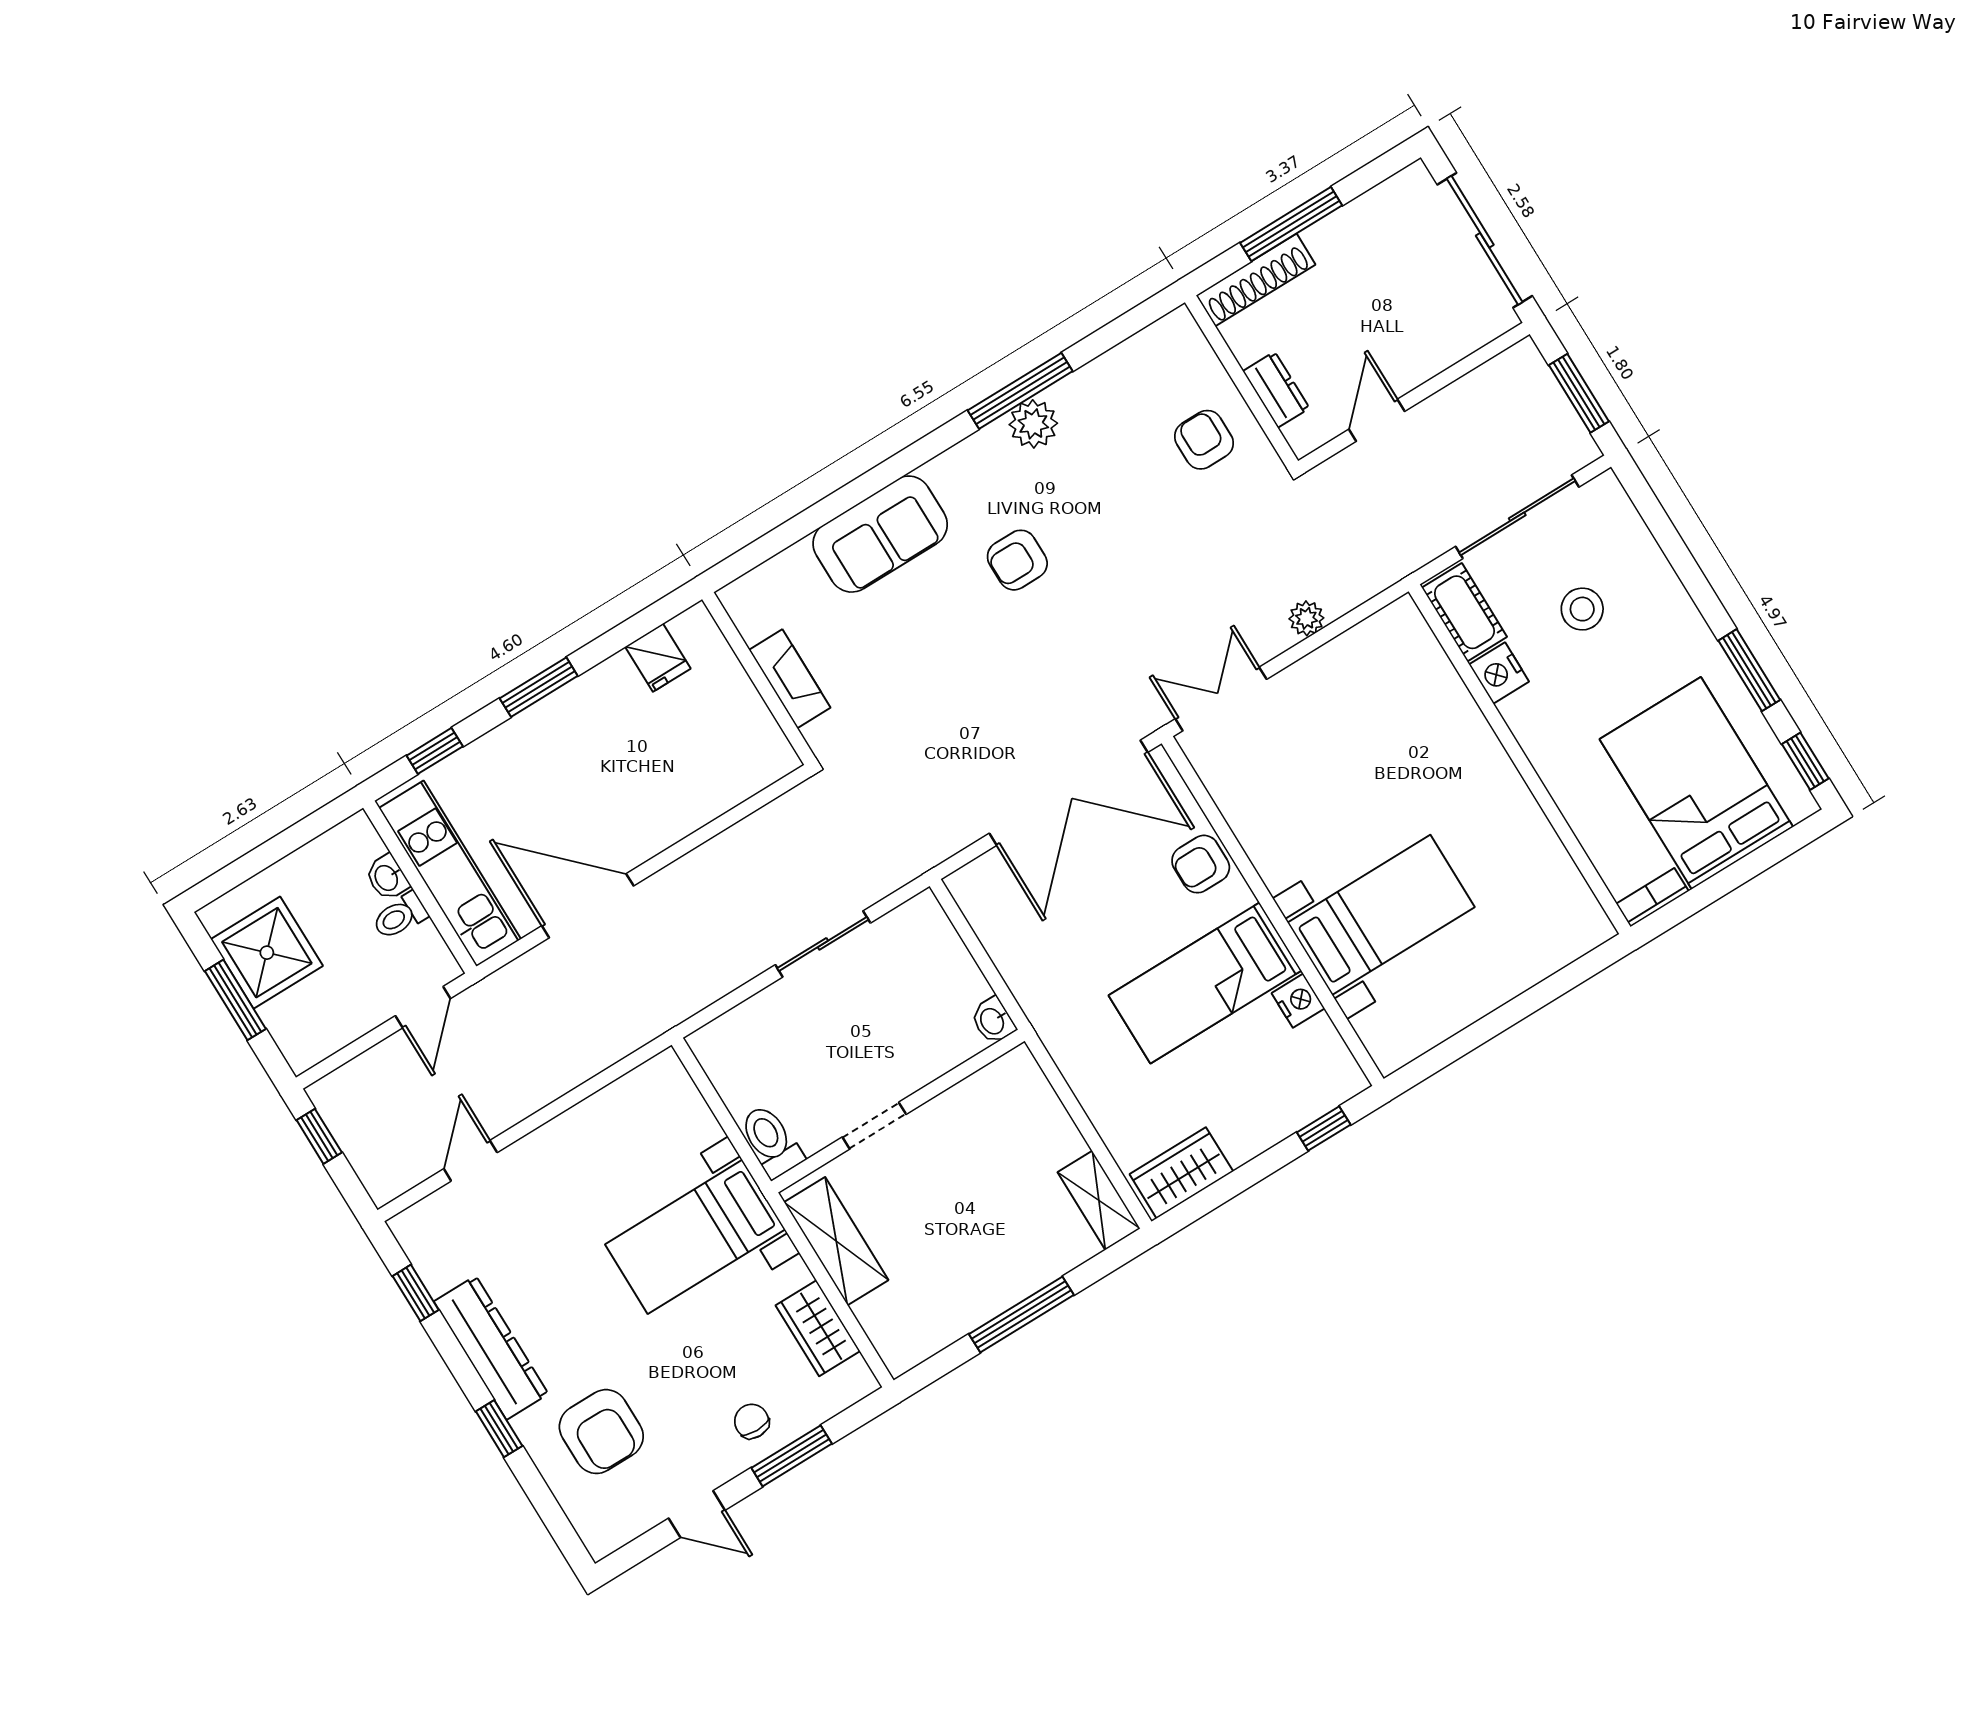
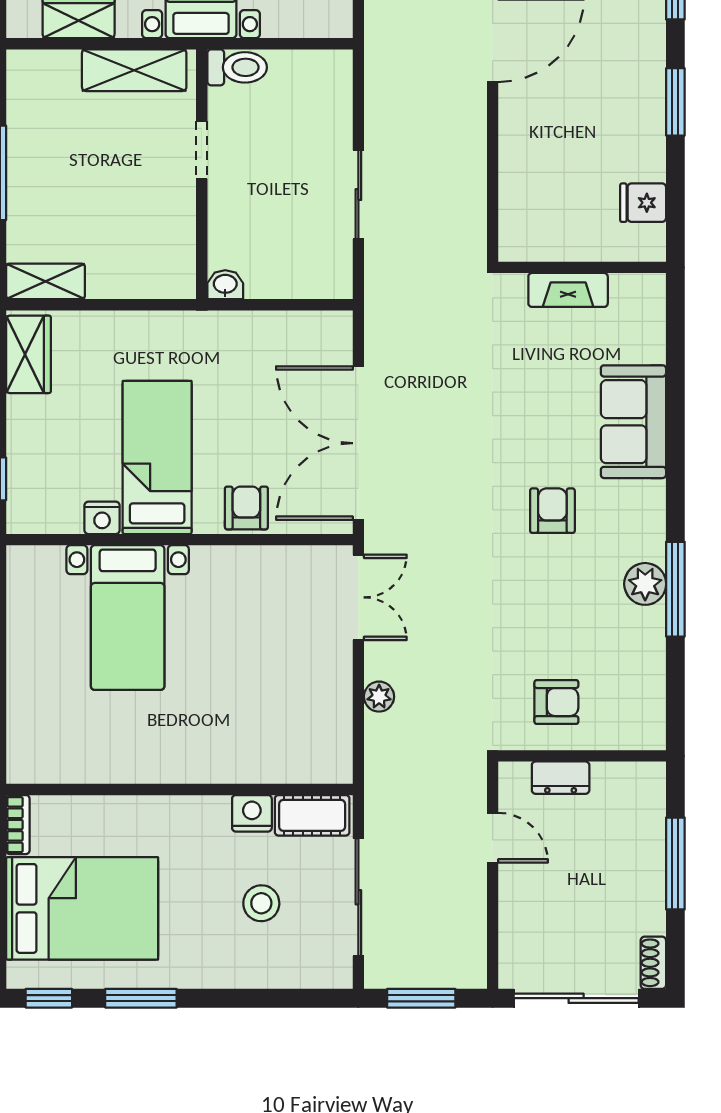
shoe rack: (1256, 280) -> (653, 963), moved, width x0.51, depth x0.81

